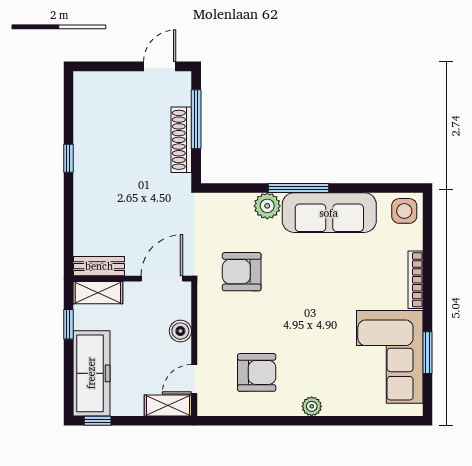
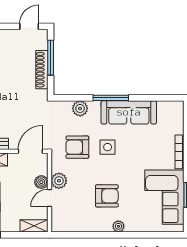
plant: (267, 206) -> (80, 108), moved
side table: (404, 211) -> (108, 147), moved
plant: (210, 329) -> (59, 181), added
armchair: (257, 372) -> (107, 196), moved
door: (194, 379) -> (49, 198), moved

